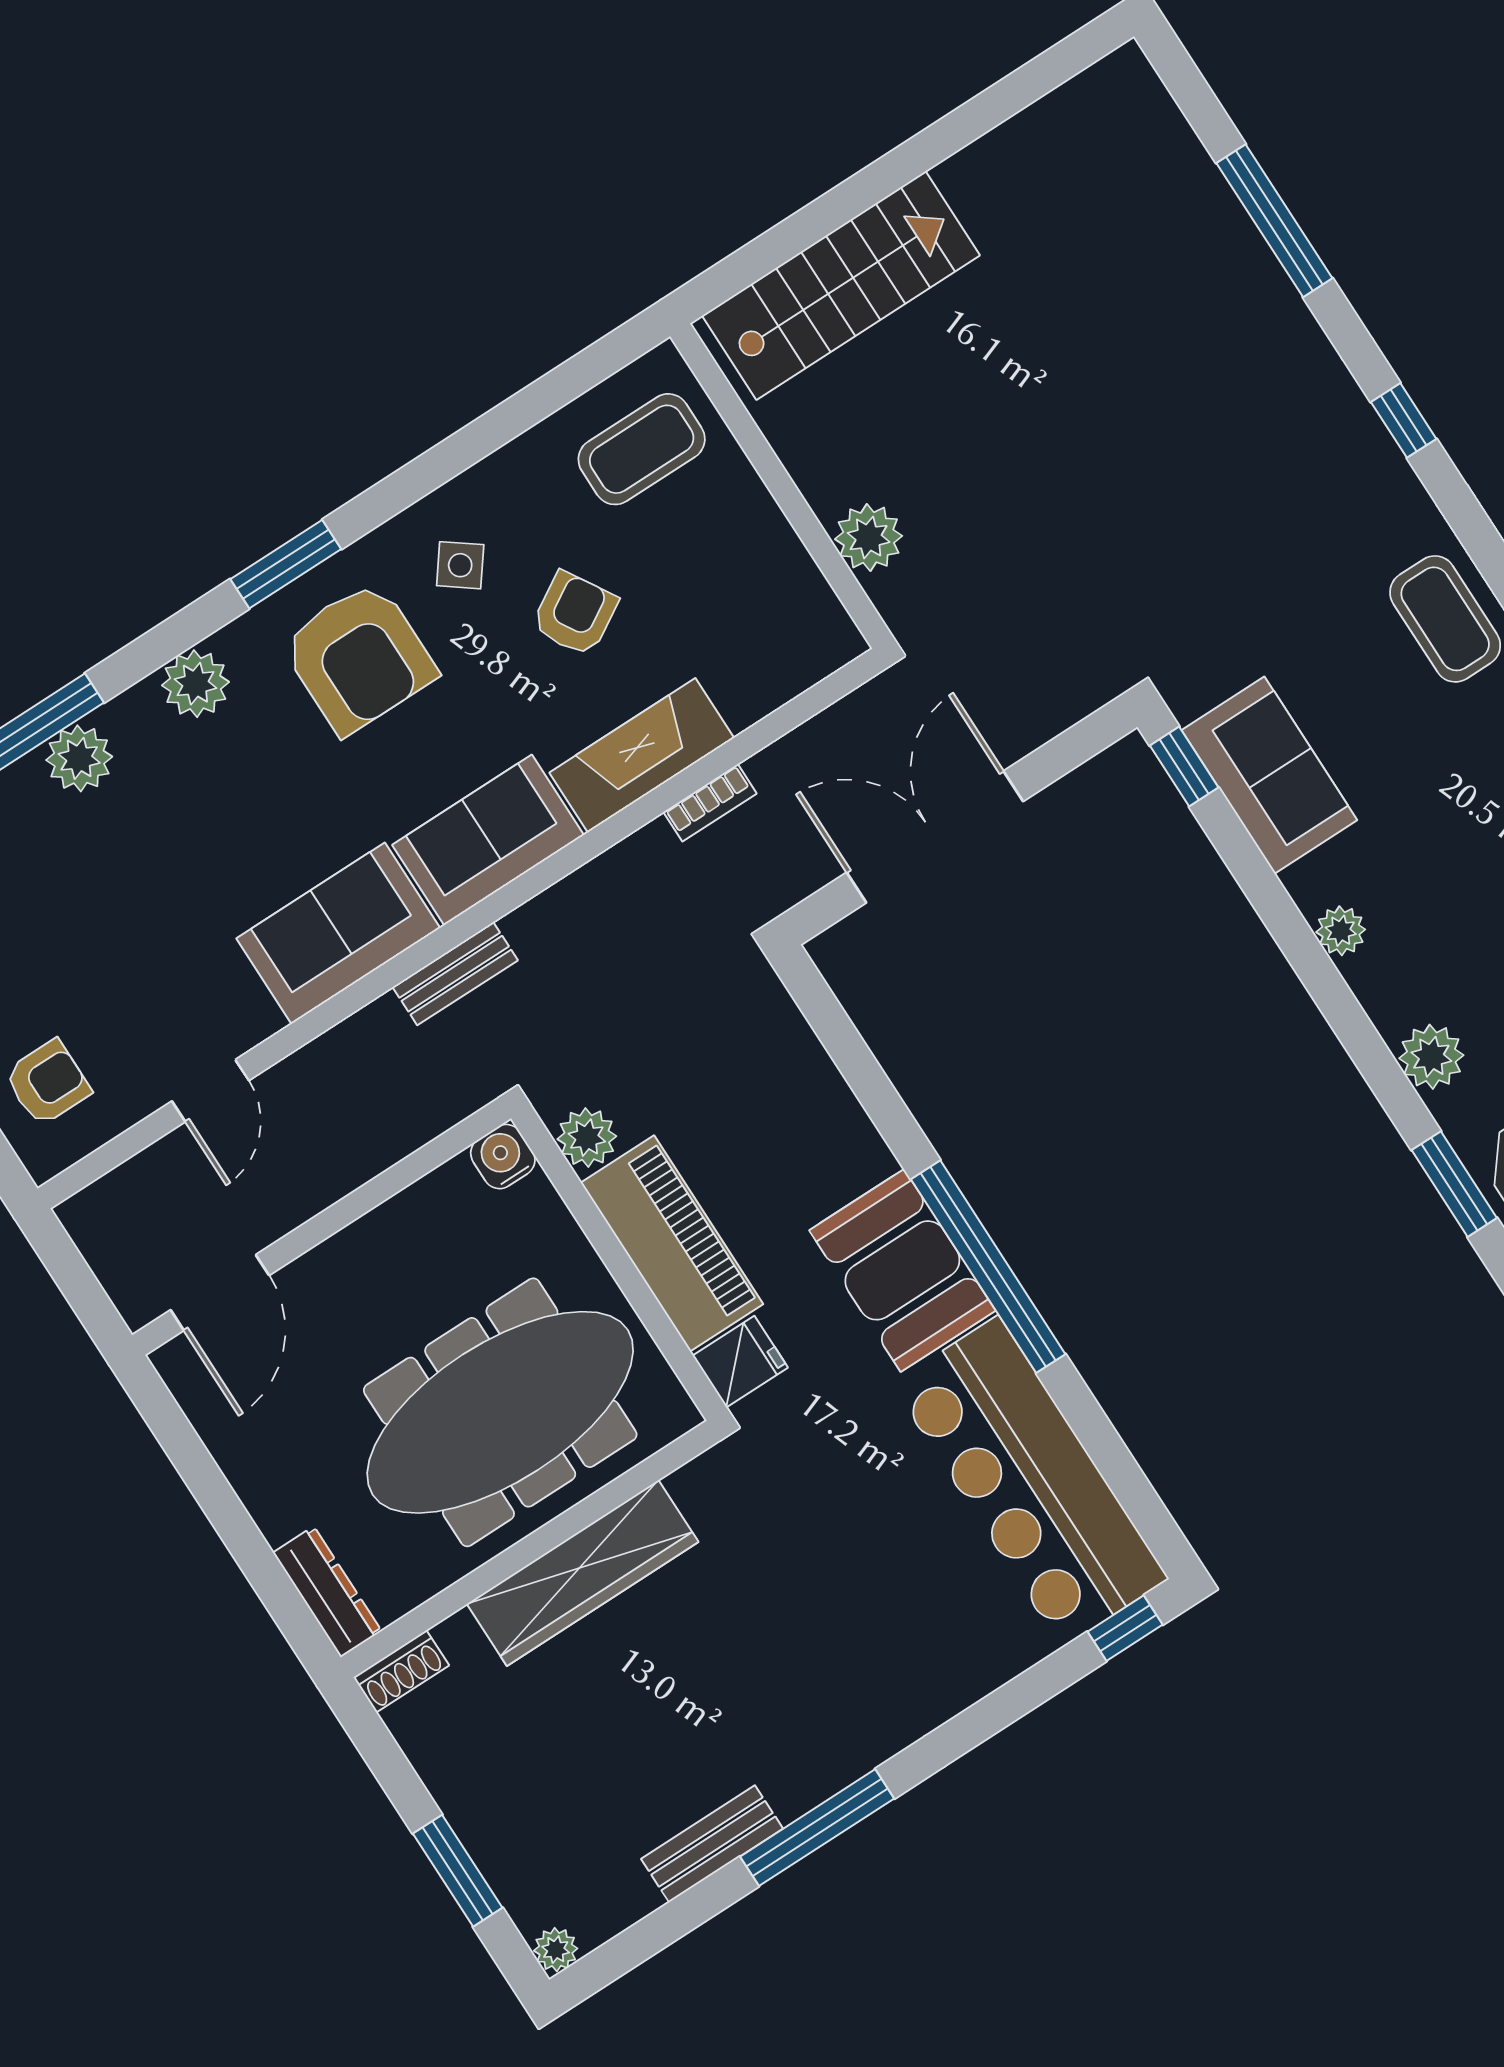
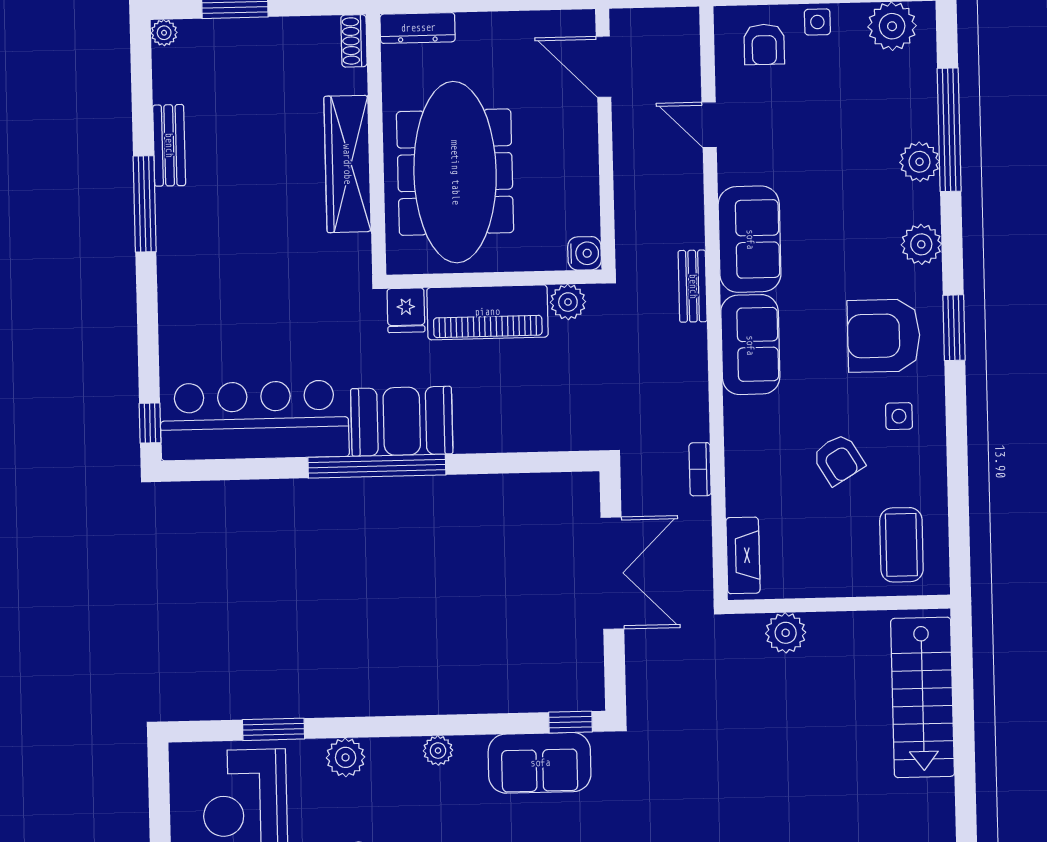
side table: (460, 565) -> (899, 416), turned -37
fireplace: (642, 755) -> (743, 555), moved, width x0.73, depth x0.76

